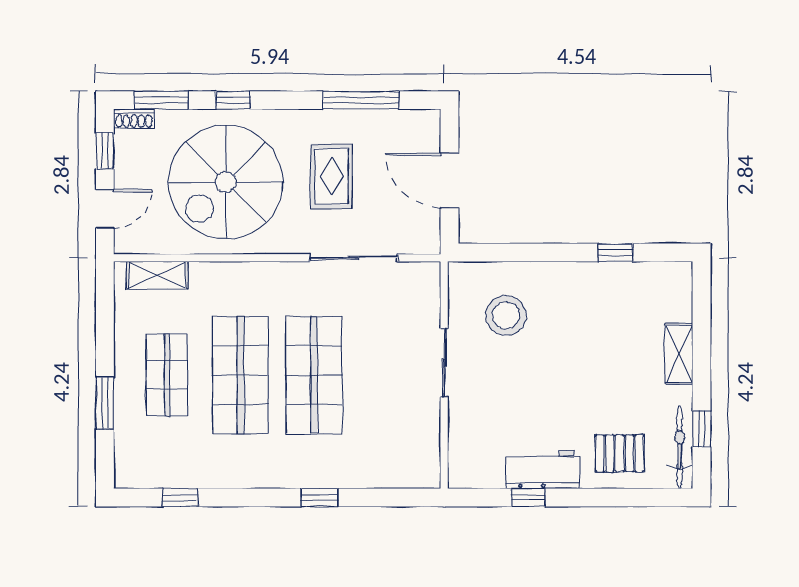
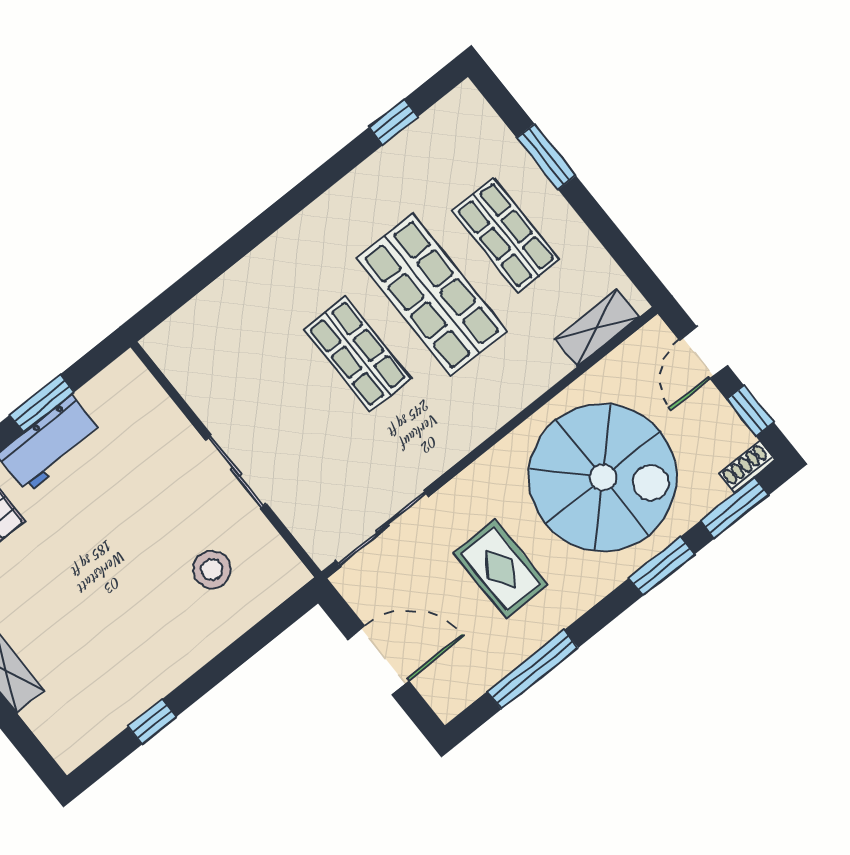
window: (233, 100) -> (662, 566), width x1.50
spiral stairs: (226, 182) -> (603, 478), turned 90
sliding door: (354, 258) -> (382, 529), moved
stool: (506, 315) -> (212, 570), width x0.73, depth x0.73
shop shelf: (314, 375) -> (358, 354), width x0.70, depth x0.74
window: (319, 498) -> (253, 235), removed
window: (528, 498) -> (42, 404), width x1.50

